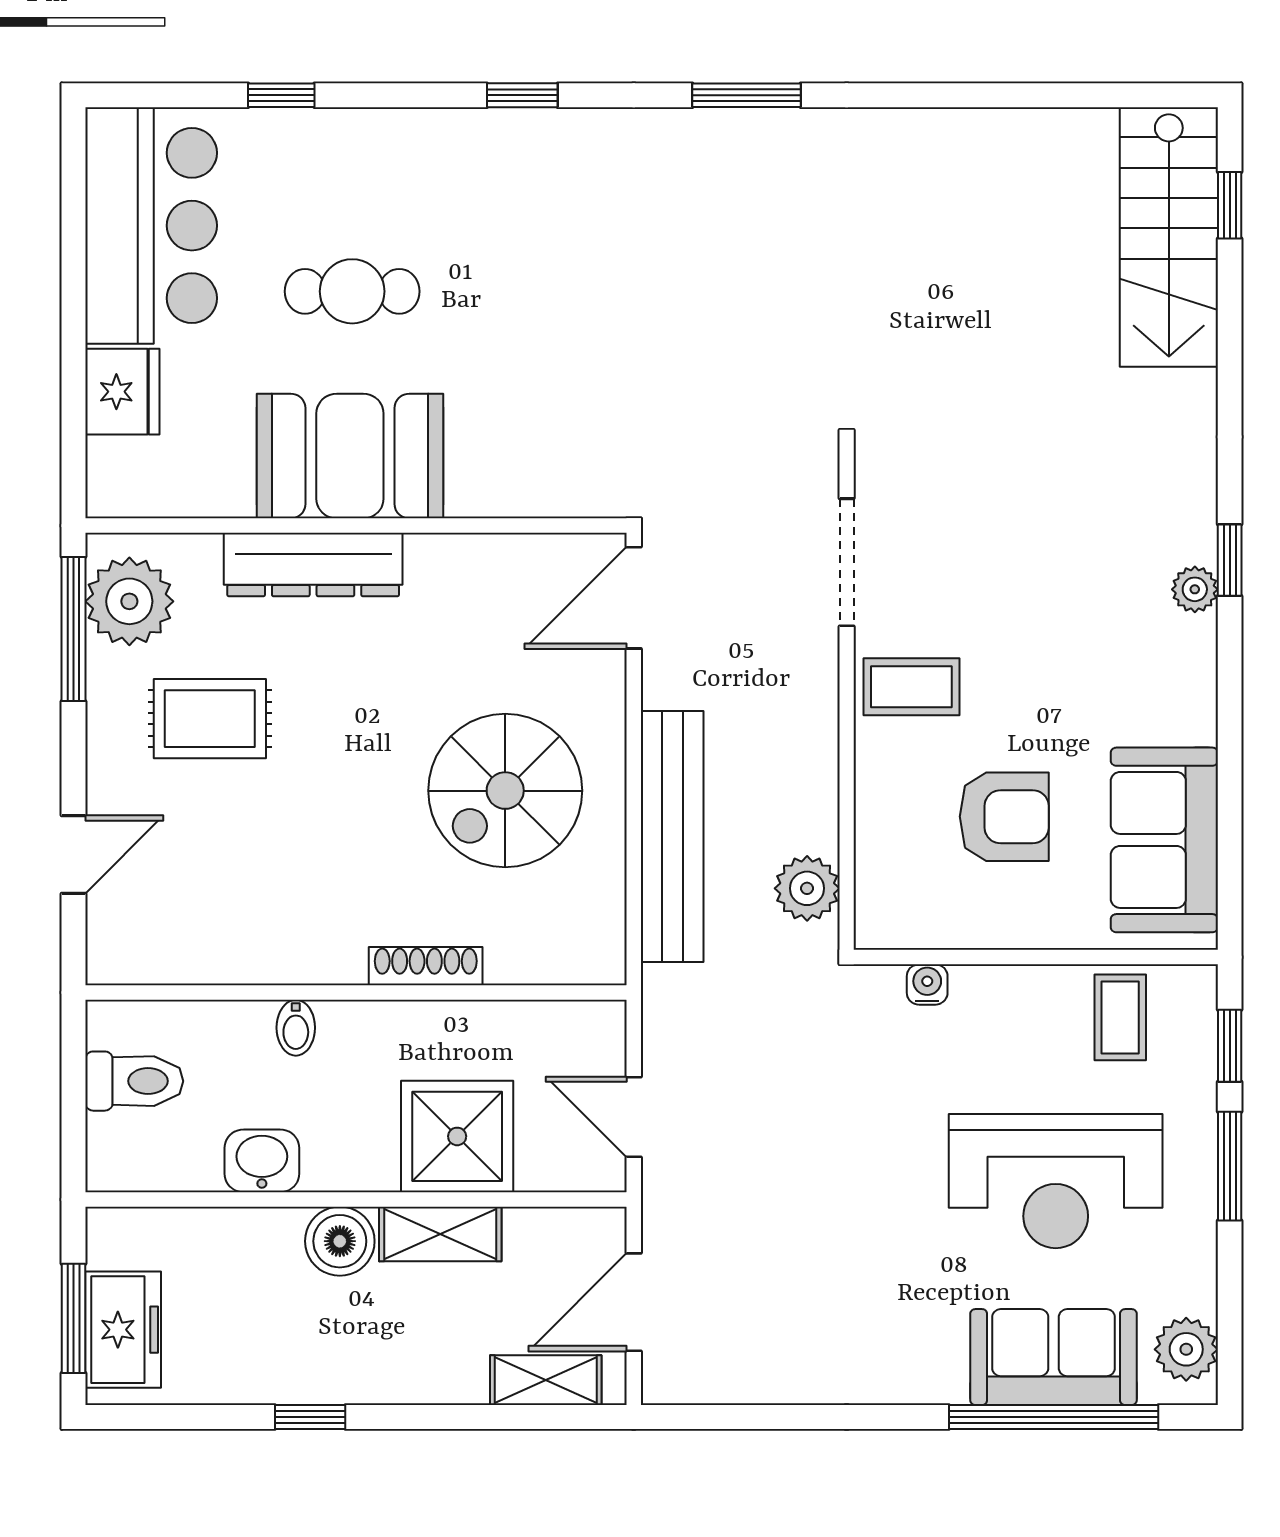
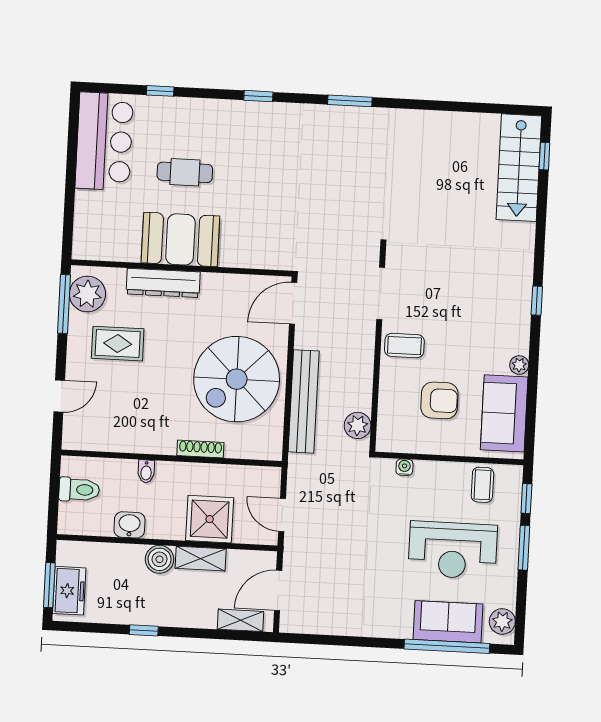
fridge: (122, 392) -> (89, 208), removed
plant: (1195, 589) -> (519, 365), moved
spiral stairs: (505, 791) -> (237, 379), width x1.37, depth x1.37

